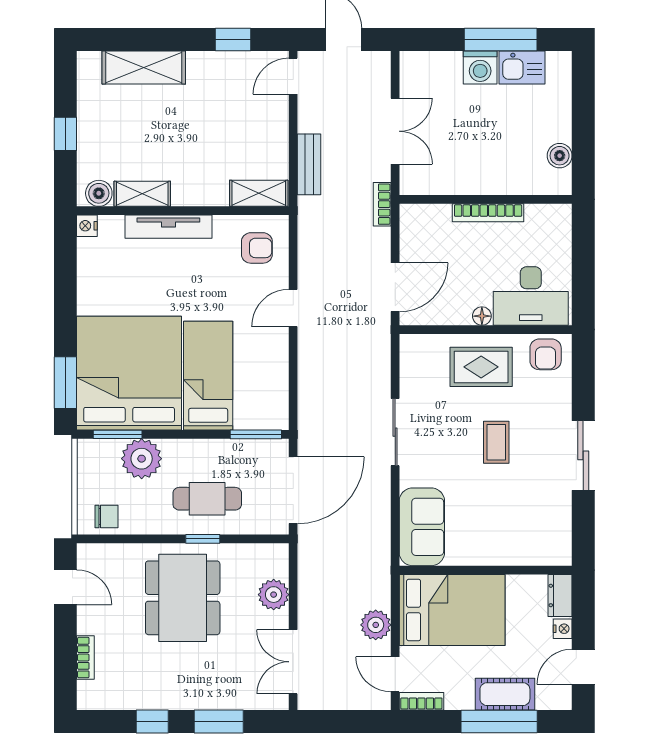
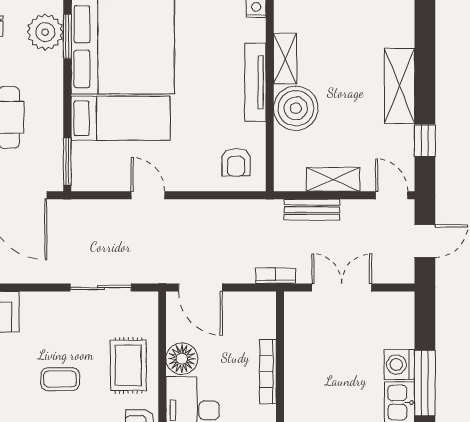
shelving: (144, 67) -> (399, 86), moved
double door: (395, 131) -> (342, 287), swing flipped
boiler: (99, 193) -> (296, 108), moved, width x1.86, depth x1.86
shelving: (259, 193) -> (333, 179), moved, turned 90
door: (293, 308) -> (148, 195), moved
floor lamp: (482, 316) -> (182, 359), width x1.89, depth x1.89
sliding door: (395, 432) -> (101, 287), moved
plant: (142, 459) -> (45, 32), moved

